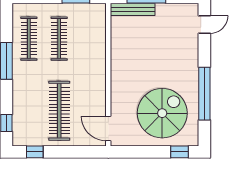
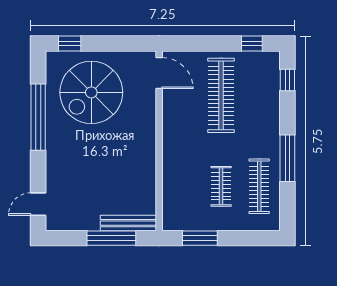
clothes rail: (59, 39) -> (221, 186), width x0.73

